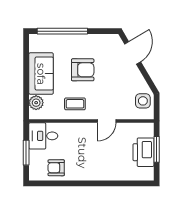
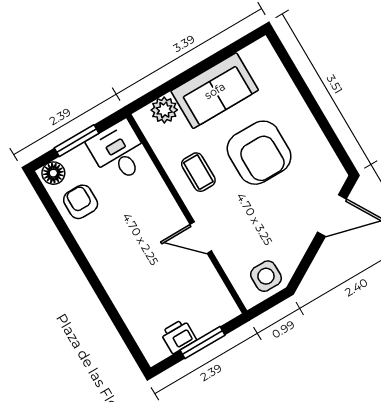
window: (62, 31) -> (301, 85), removed
armchair: (83, 70) -> (259, 153), width x1.36, depth x1.36
printer: (144, 152) -> (178, 336), width x0.53, depth x0.68
floor lamp: (35, 173) -> (53, 173), added

